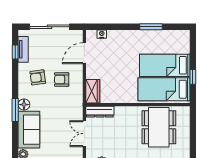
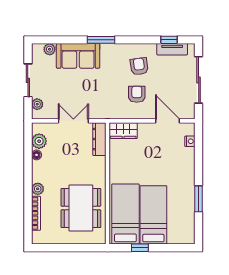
floor lamp: (24, 105) -> (108, 50), removed
dining table: (159, 127) -> (81, 208), turned 90

